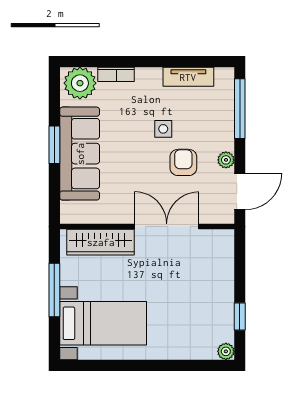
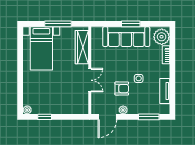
window: (240, 109) -> (149, 117), width x0.69
door: (240, 191) -> (107, 117), hinge flipped
double door: (167, 227) -> (90, 80), width x0.73

